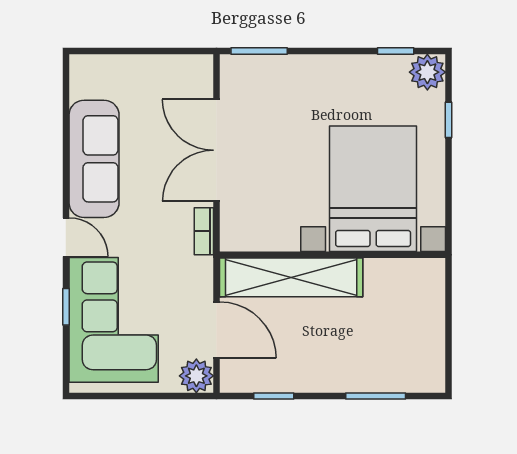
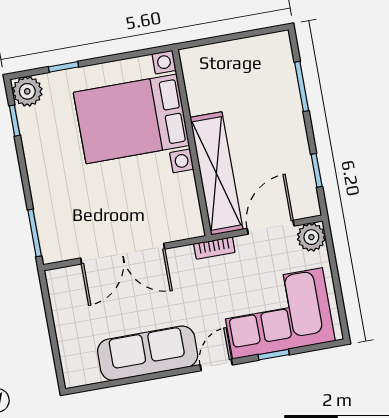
bookcase: (204, 231) -> (214, 248), moved

